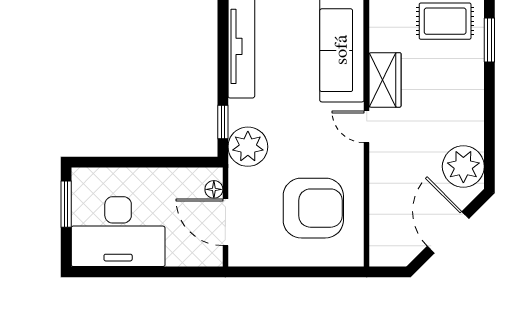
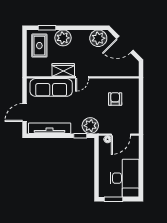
plant: (464, 79) -> (63, 38), added
armchair: (313, 208) -> (115, 99), width x0.53, depth x0.53

